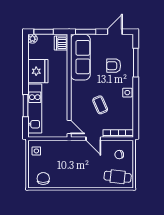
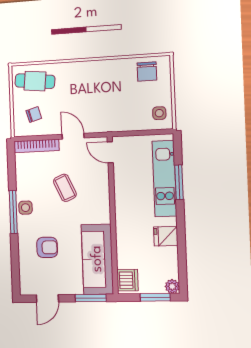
window: (136, 63) -> (13, 212), moved
fridge: (38, 71) -> (166, 236), width x0.53, depth x0.75

